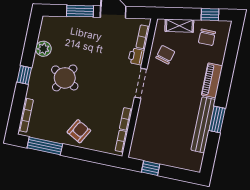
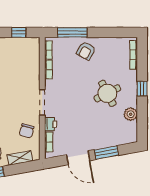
round table: (65, 78) -> (107, 93), turned 33
window: (45, 146) -> (72, 32), moved

